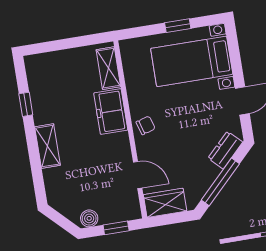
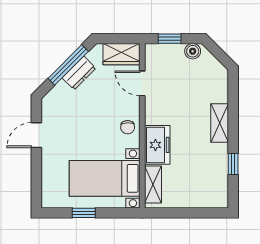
bed with nightstands: (192, 61) -> (105, 178), moved, turned 180
chair: (146, 125) -> (128, 127), turned -76
dresser: (225, 150) -> (79, 73), moved

